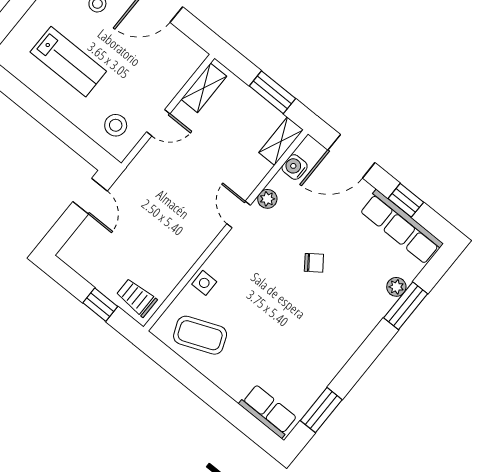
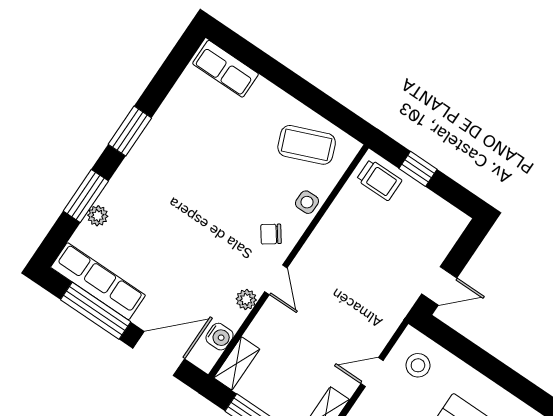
door: (90, 196) -> (439, 286), swing flipped
window: (406, 200) -> (96, 311), width x2.17
chair: (314, 263) -> (271, 234), moved
window: (321, 410) -> (130, 131), moved

